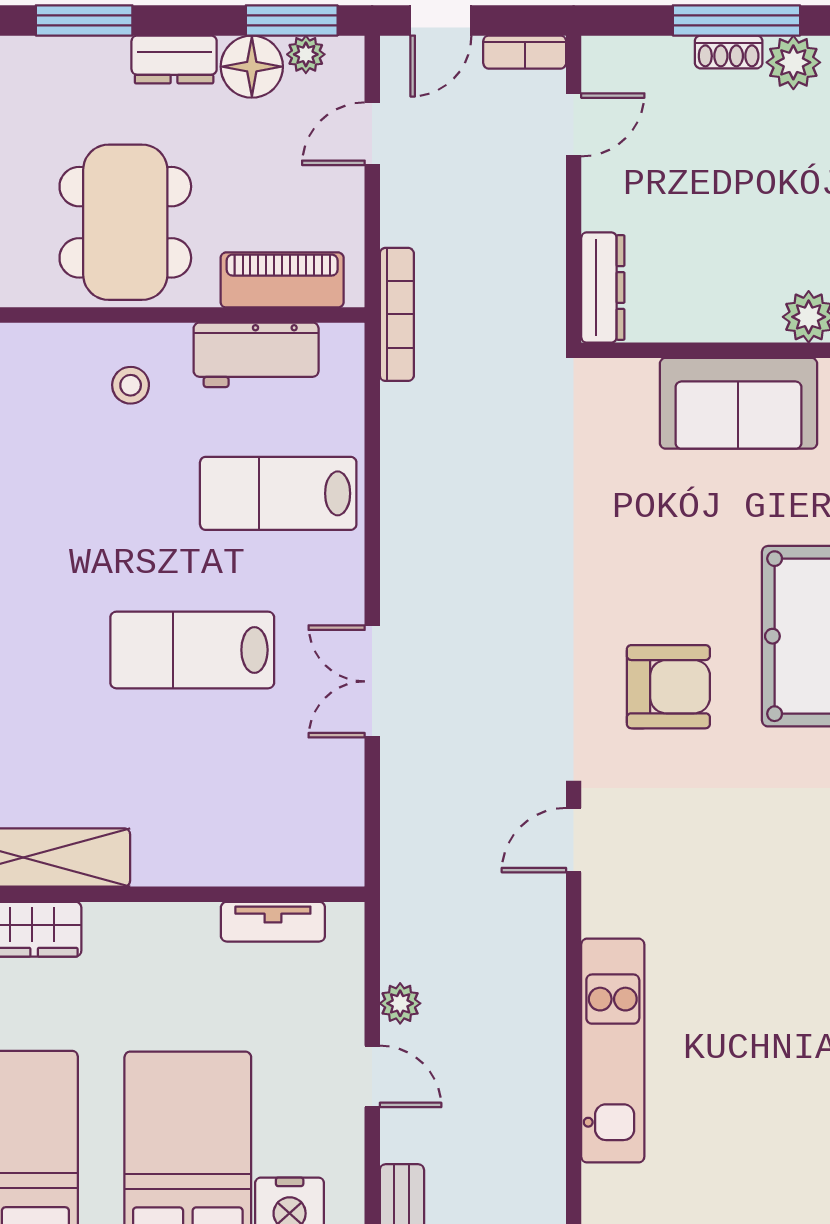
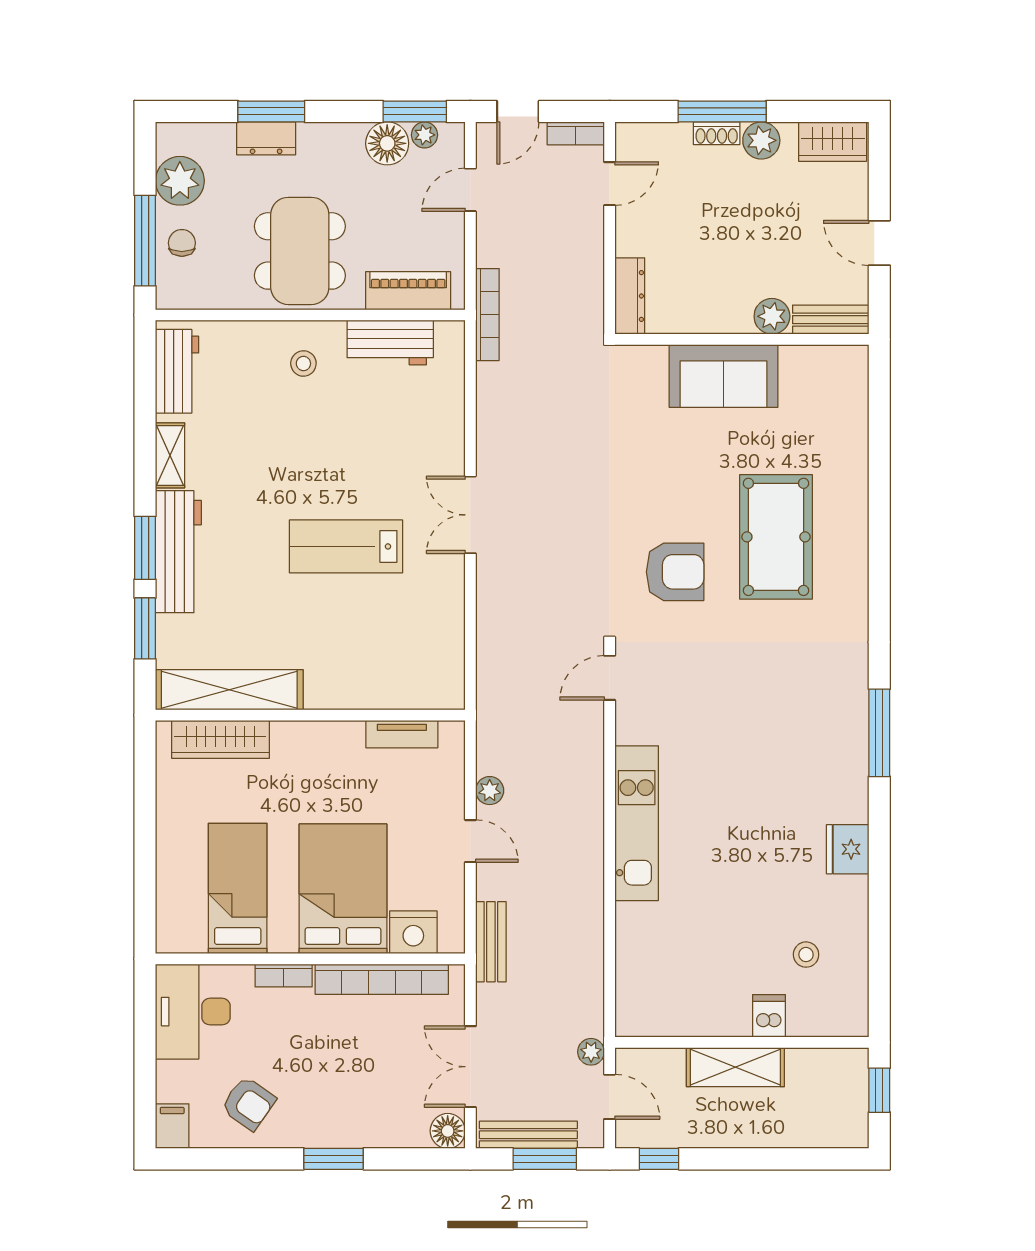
dresser: (174, 59) -> (266, 138), moved
lab bench: (278, 493) -> (405, 438), removed
double door: (372, 681) -> (470, 515), moved

